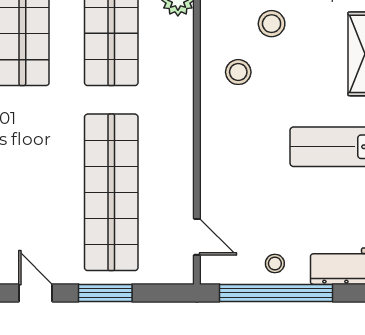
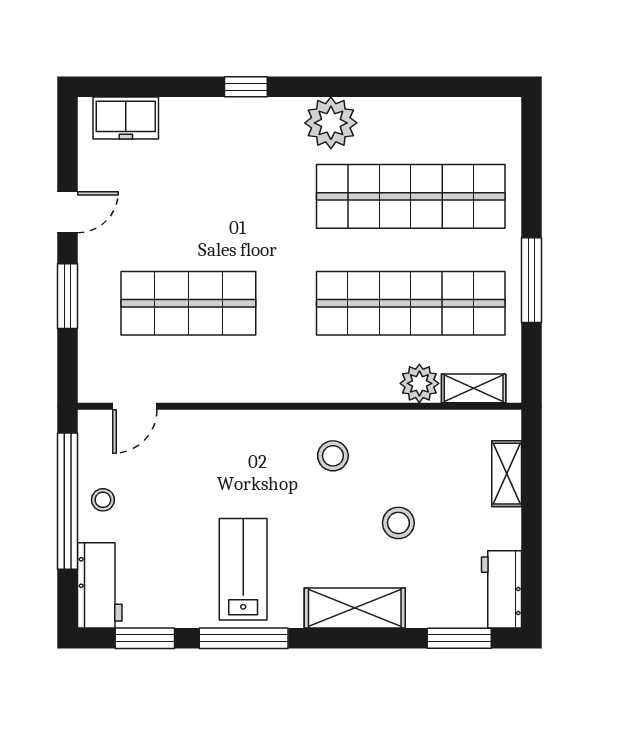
stool: (272, 24) -> (398, 523), moved
shop shelf: (111, 192) -> (188, 303), width x0.71

